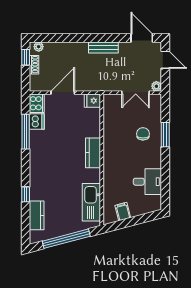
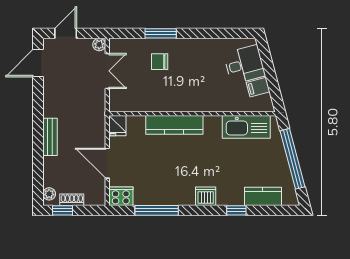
bench: (103, 47) -> (50, 137), moved
dishwasher: (37, 122) -> (206, 196), moved
kitchen counter: (93, 153) -> (174, 125), width x1.50
desk: (147, 182) -> (244, 64), moved, turned 75

